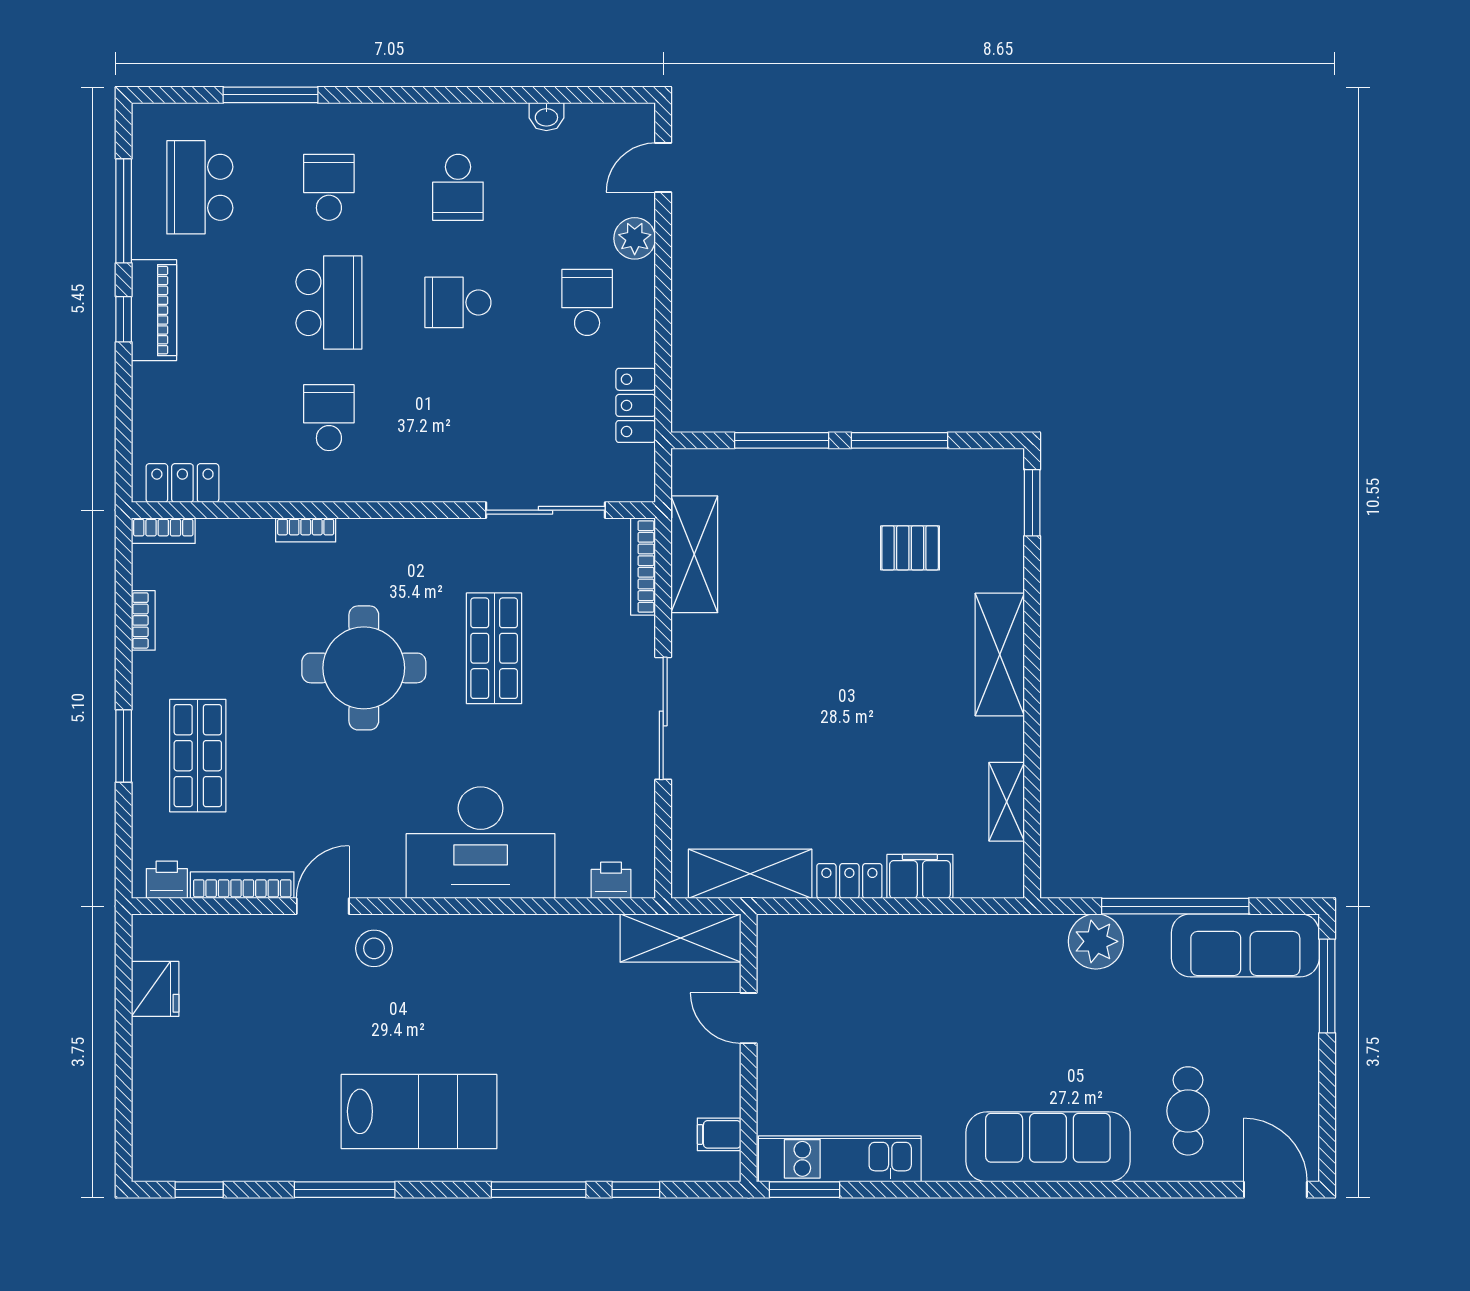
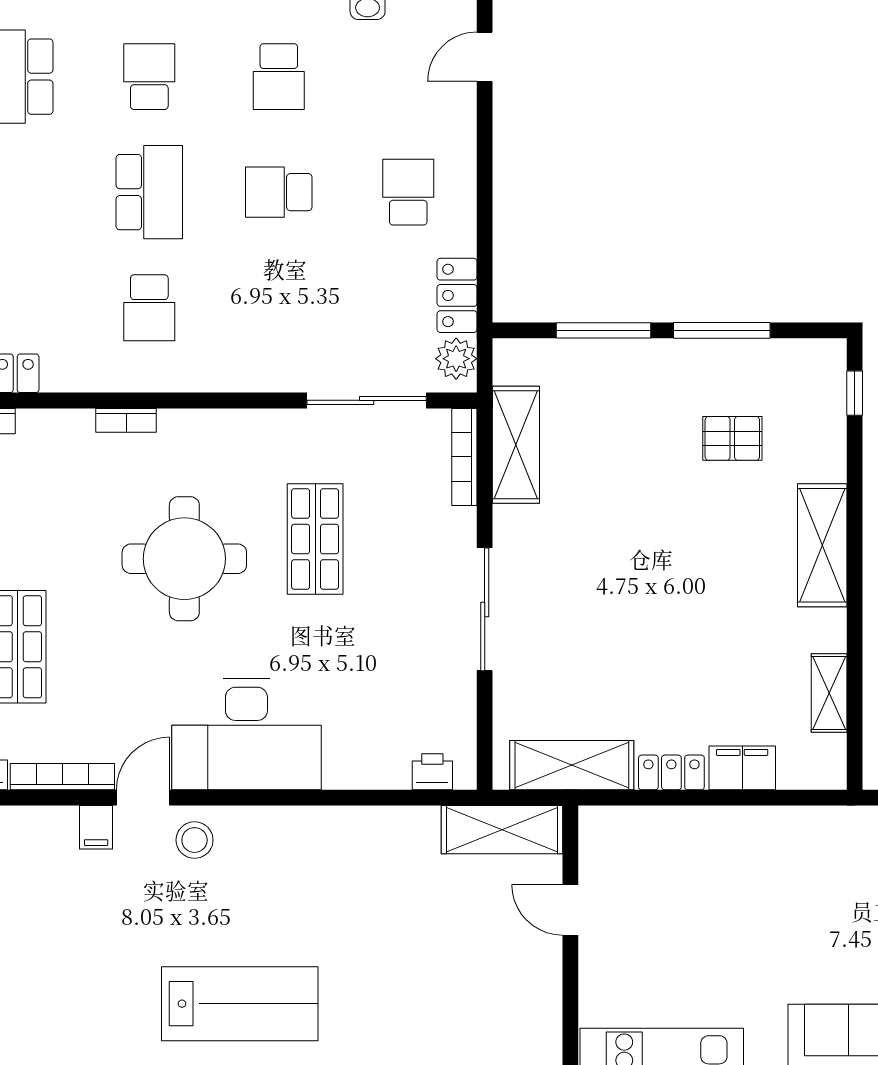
plant: (635, 238) -> (456, 359), moved
school desk: (329, 418) -> (149, 308), turned 180
window: (1032, 503) -> (855, 393), width x0.67
desk: (481, 843) -> (246, 734), moved
filing cabinet: (719, 1134) -> (96, 827), moved, turned -90

